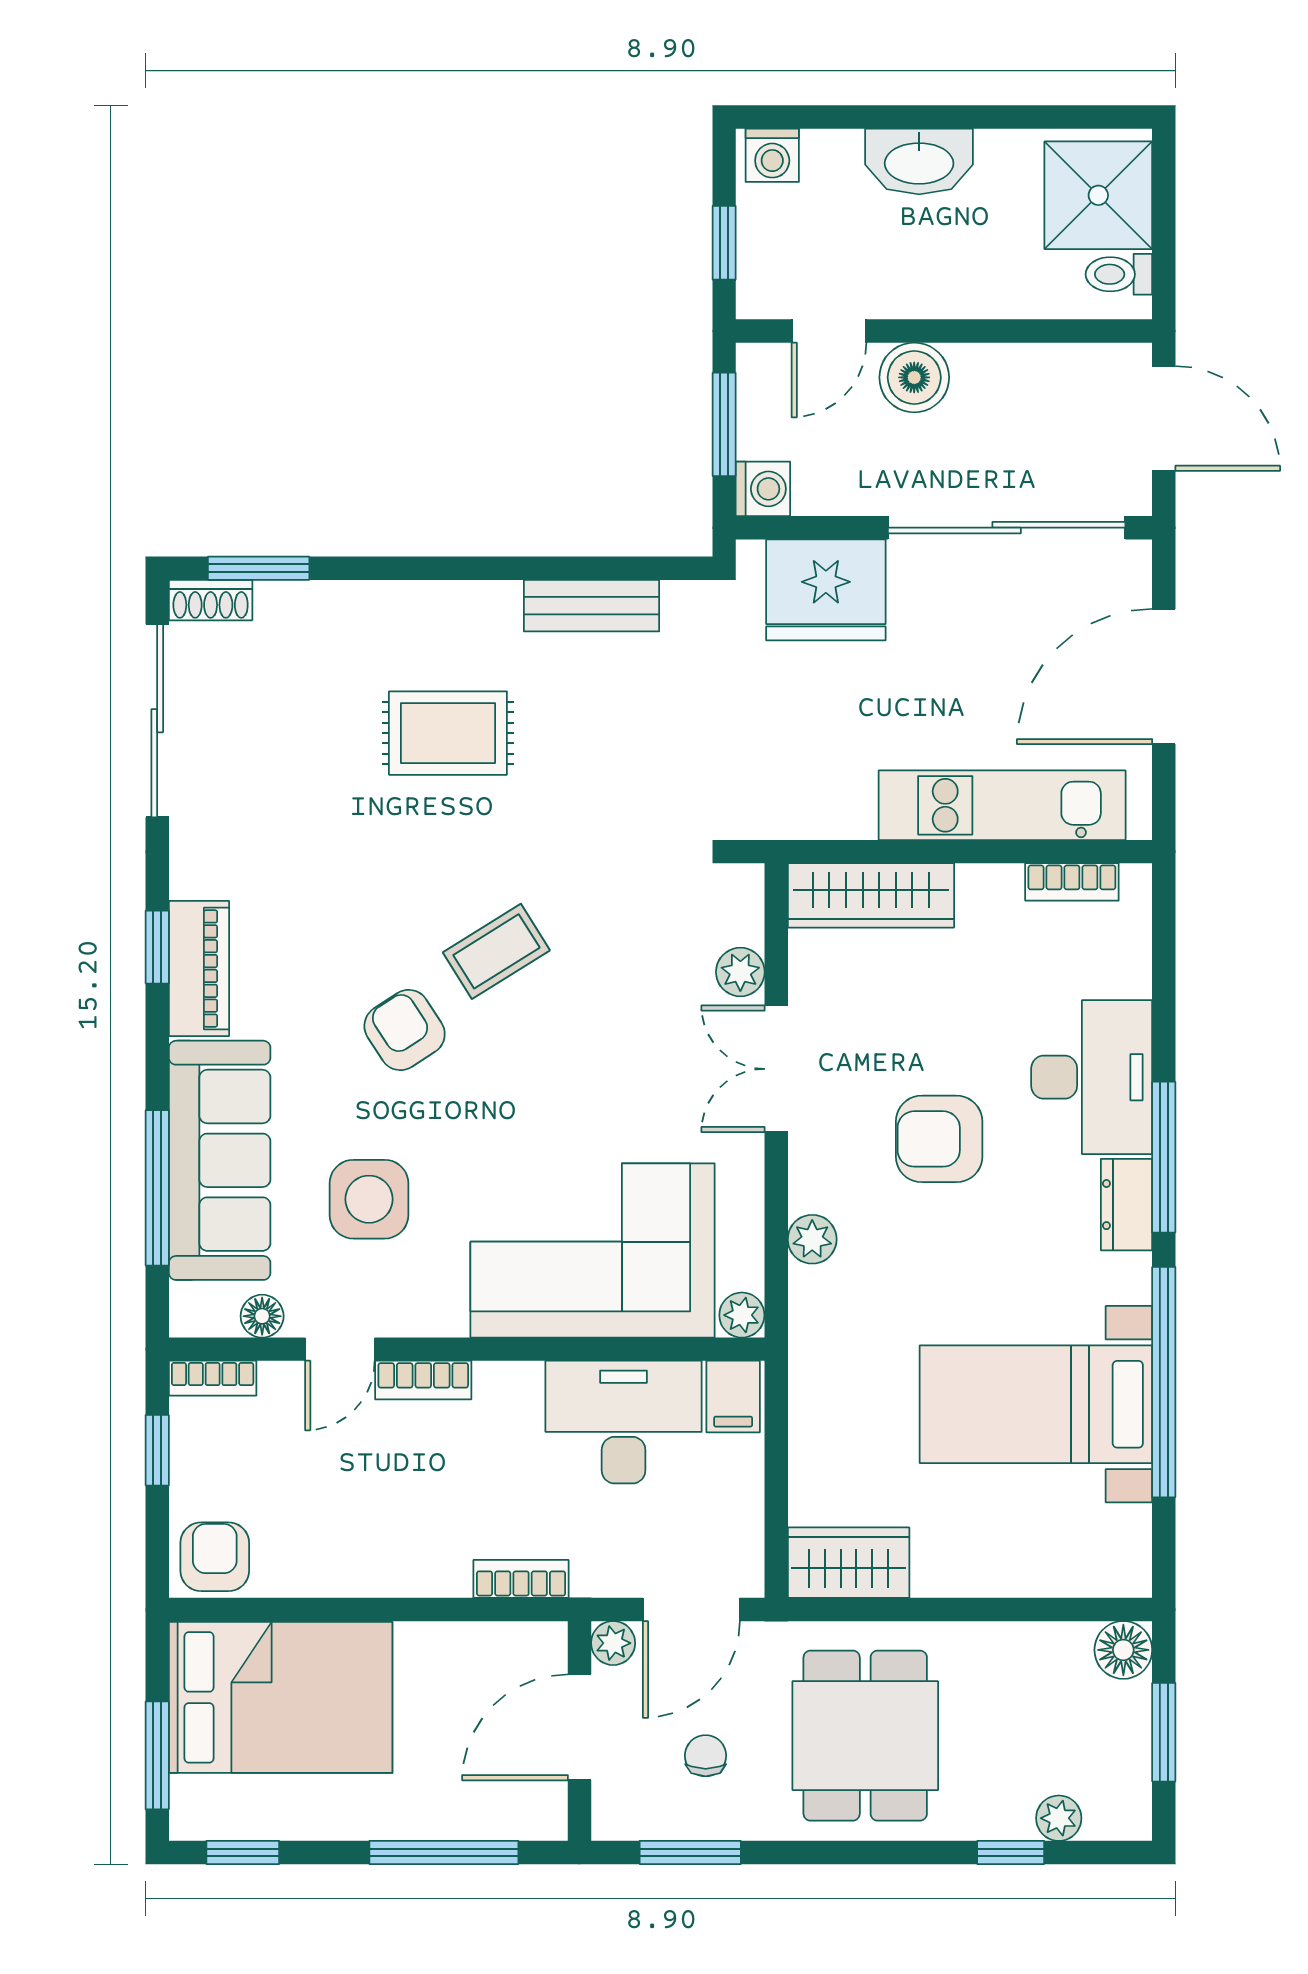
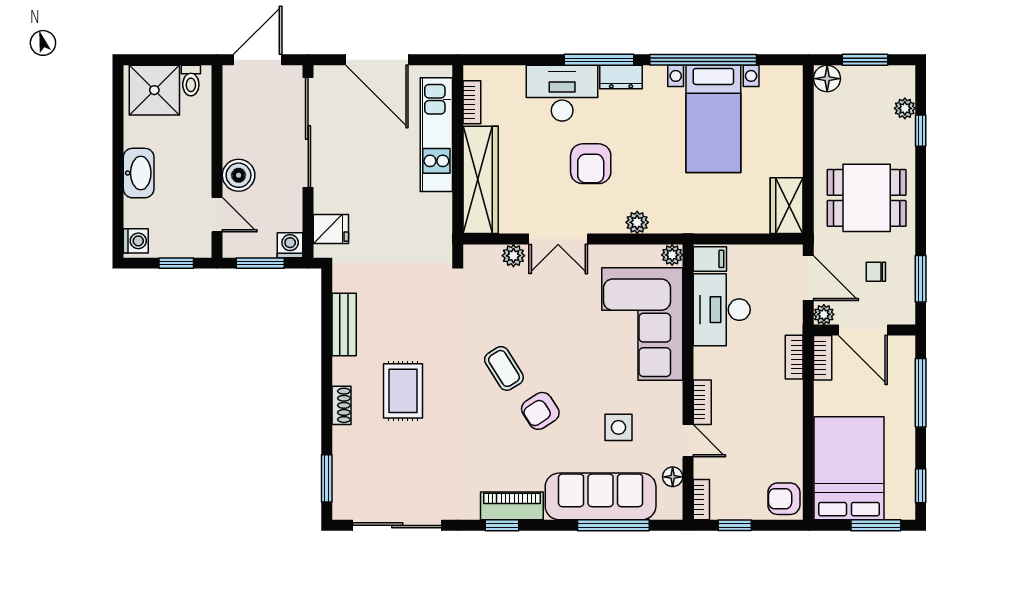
fridge: (826, 590) -> (331, 229), width x0.53, depth x0.75
shoe rack: (211, 600) -> (341, 405), moved
wardrobe: (871, 895) -> (481, 180), width x1.40, depth x1.17
side table: (369, 1199) -> (619, 427), width x0.73, depth x0.73
bookcase: (520, 1640) -> (823, 358), added

